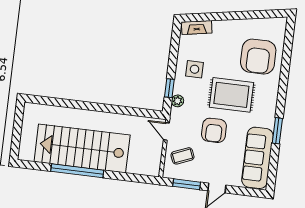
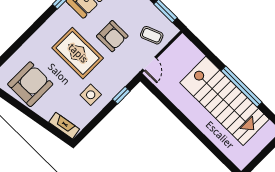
armchair: (258, 57) -> (30, 84), moved
plant: (178, 101) -> (123, 80), removed
armchair: (214, 130) -> (112, 36), turned 90

